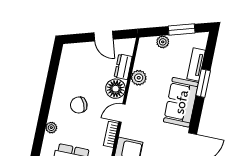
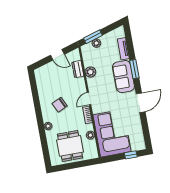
window: (182, 30) -> (93, 37), moved
window: (203, 83) -> (134, 69), moved
floor lamp: (116, 89) -> (79, 85), removed

